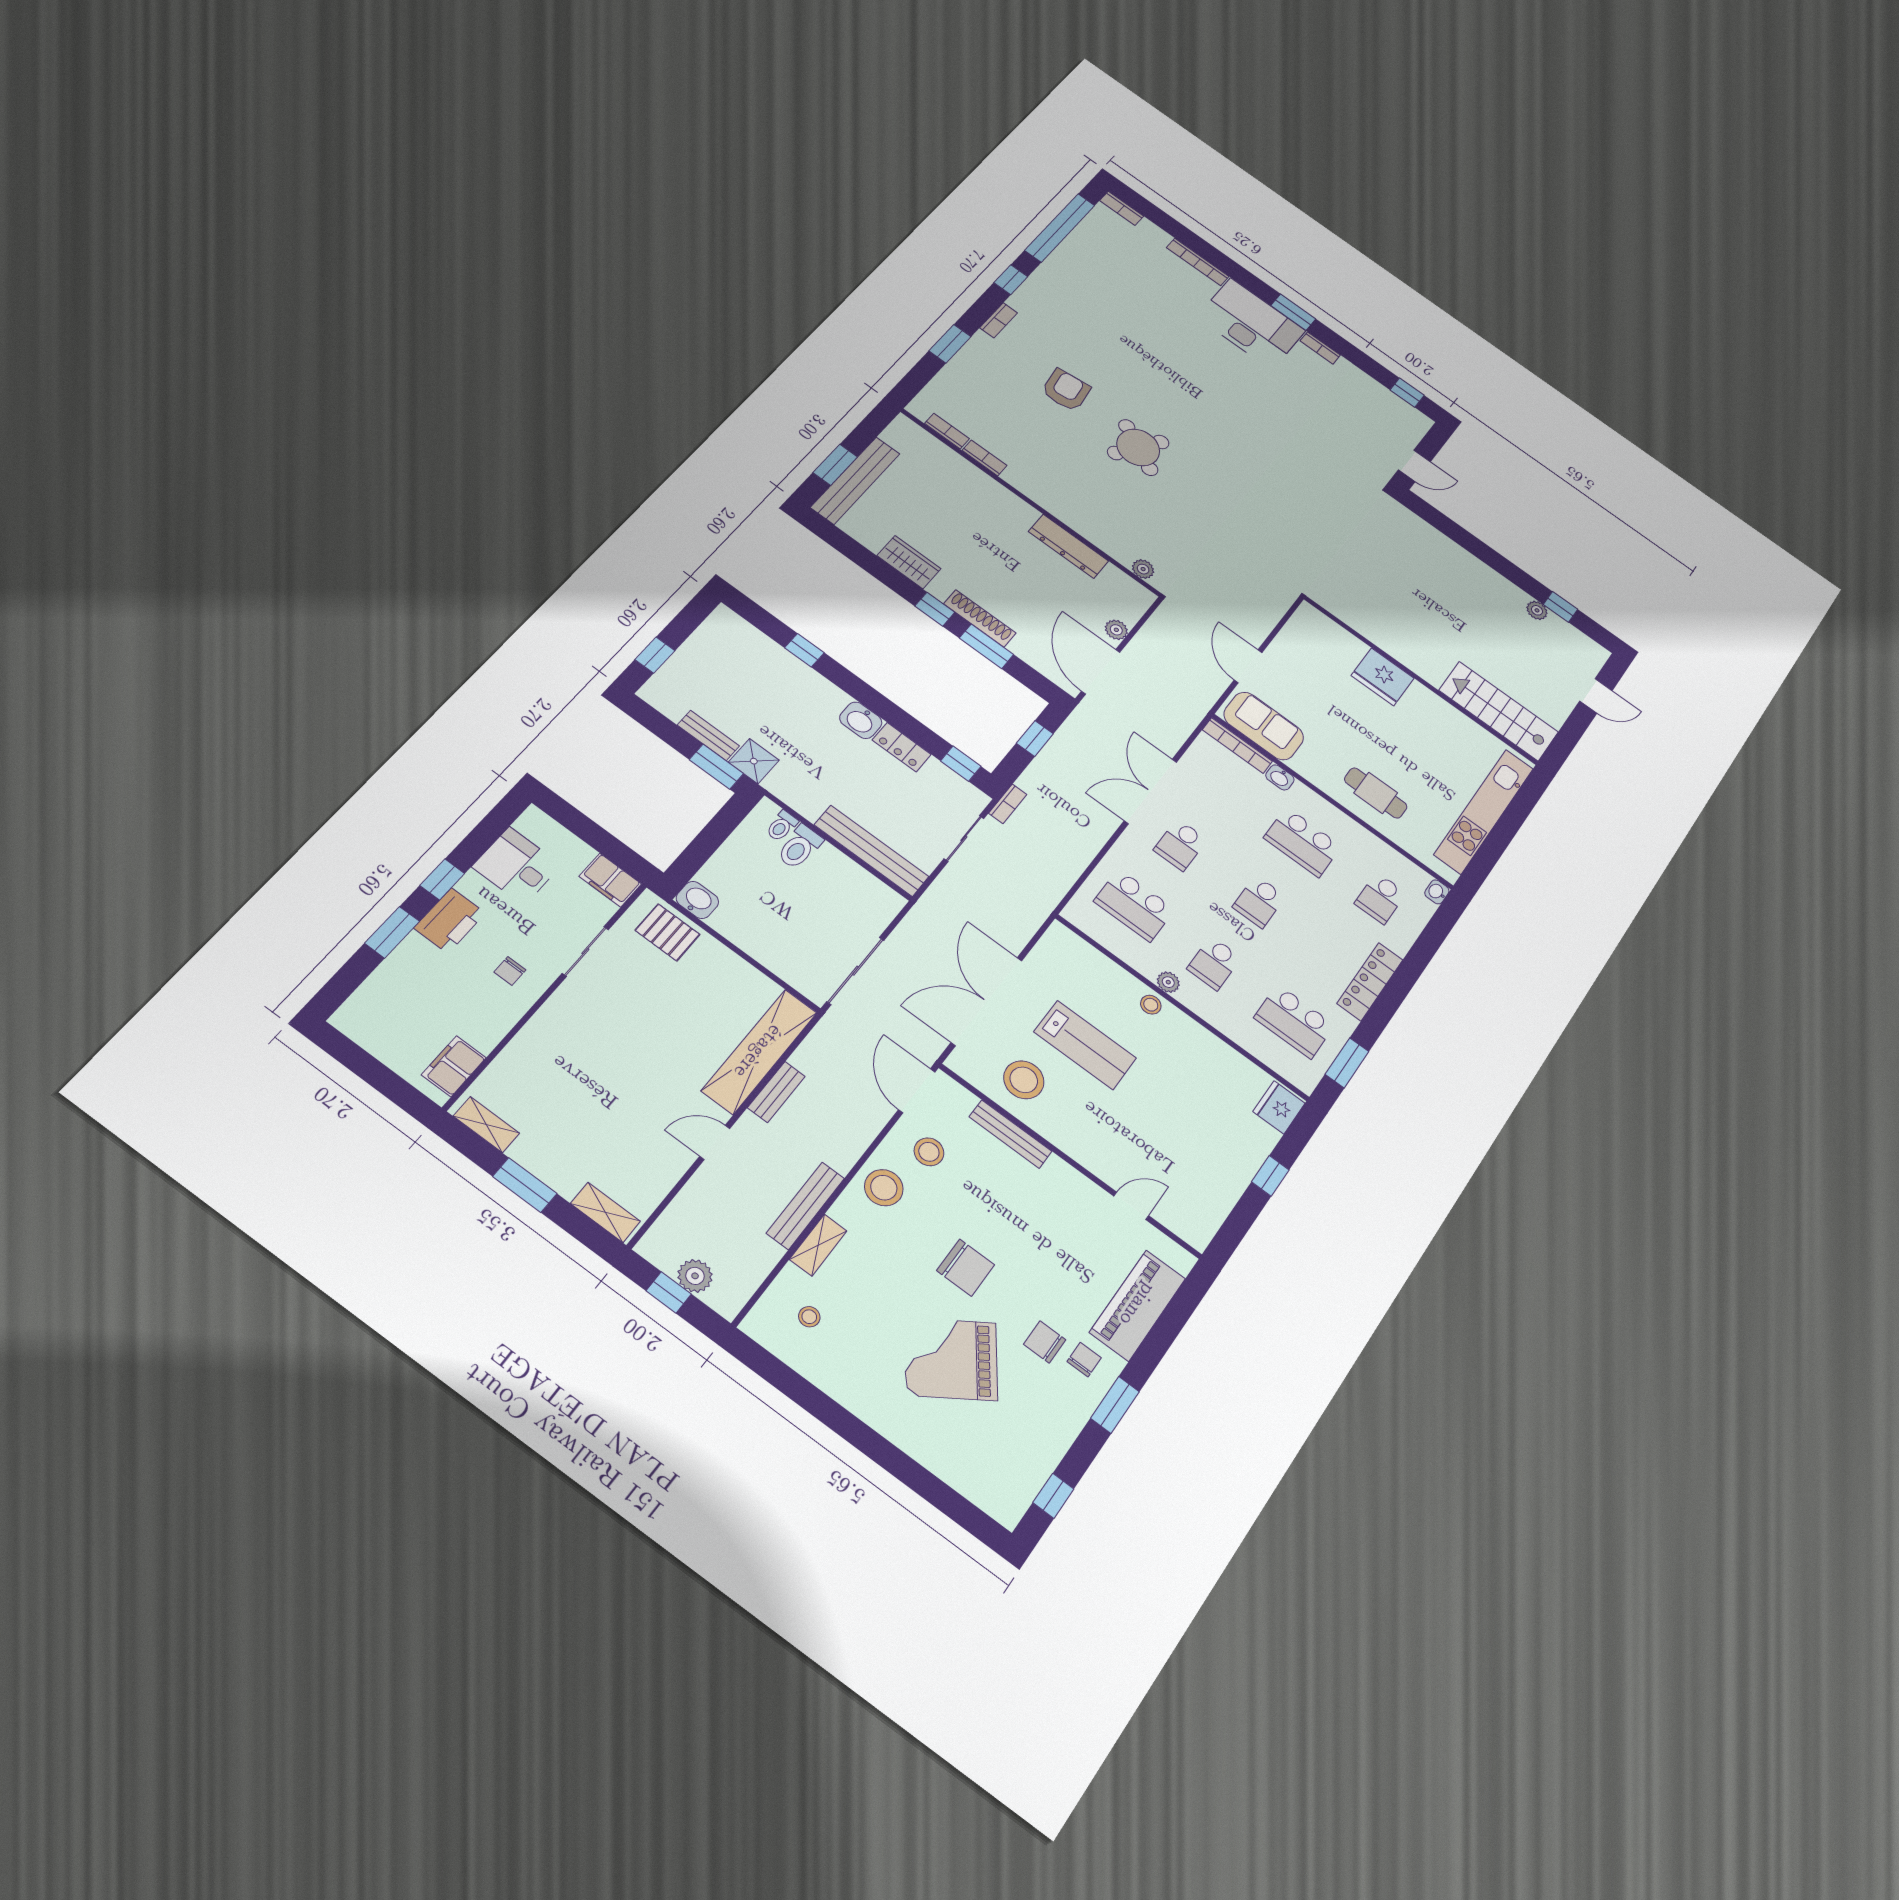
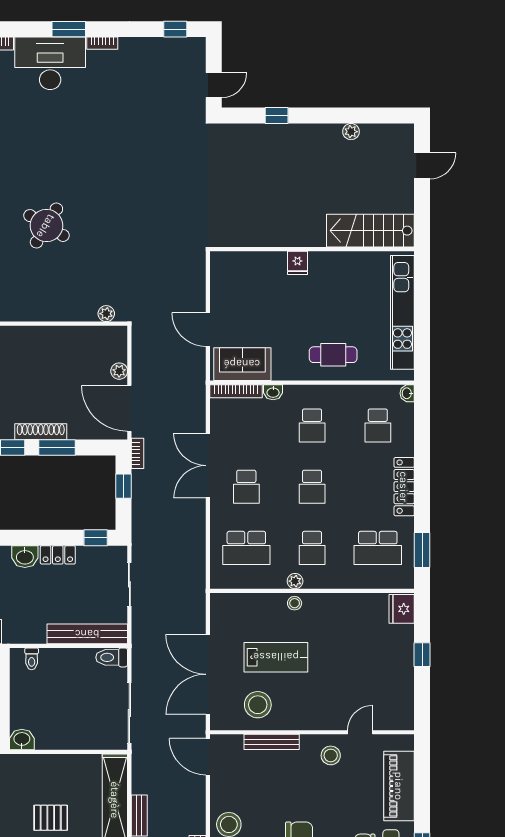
dresser: (1068, 546) -> (55, 336), removed
window: (1560, 607) -> (277, 116), moved
fridge: (1383, 677) -> (297, 263), width x0.53, depth x0.75
bookcase: (1008, 804) -> (137, 453), moved
school desk: (1302, 842) -> (312, 426), width x0.54
toilet: (800, 847) -> (112, 657), moved, turned 90
pallet: (667, 932) -> (51, 818), moved
stool: (929, 1152) -> (331, 755), moved

